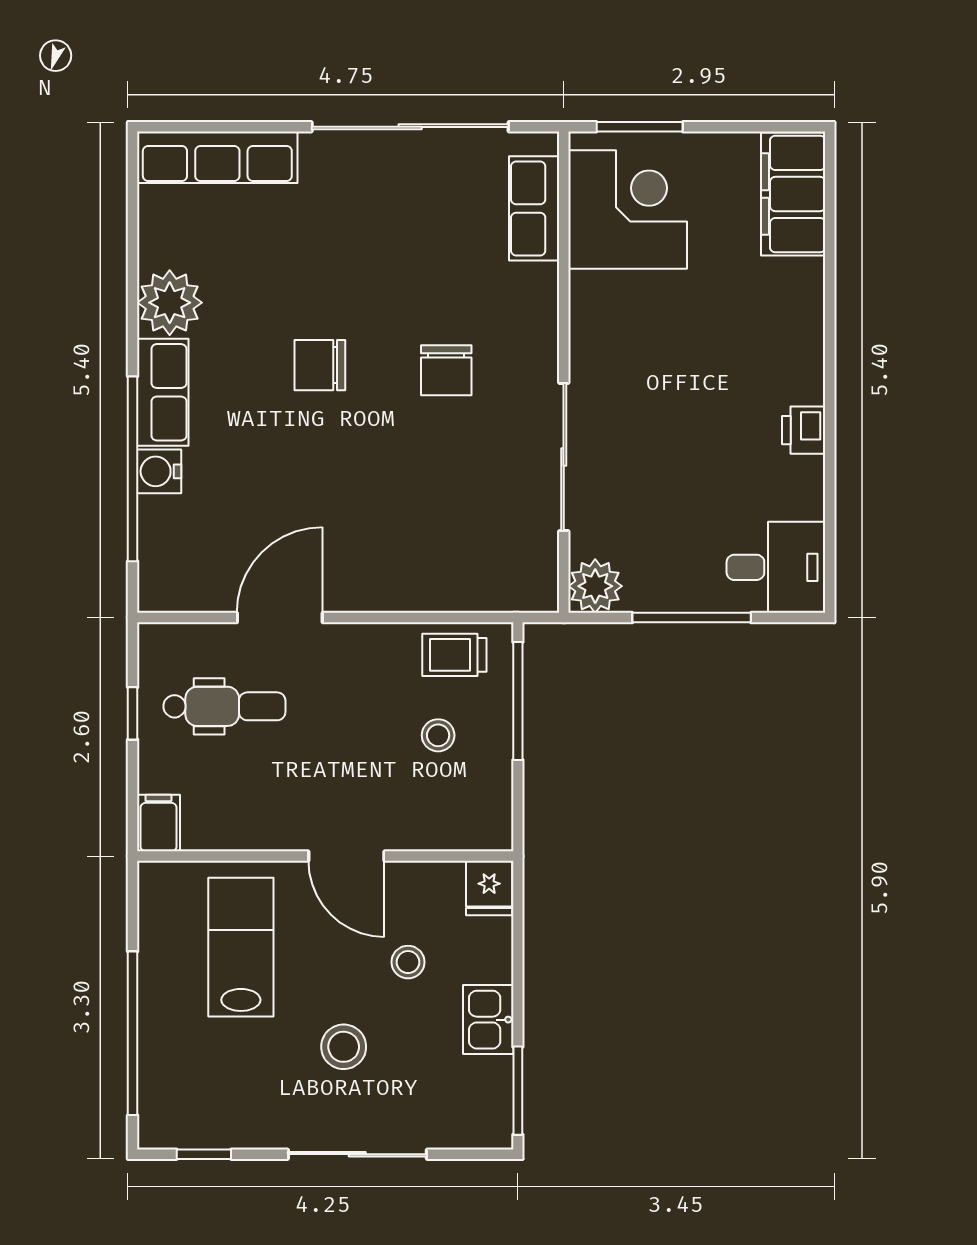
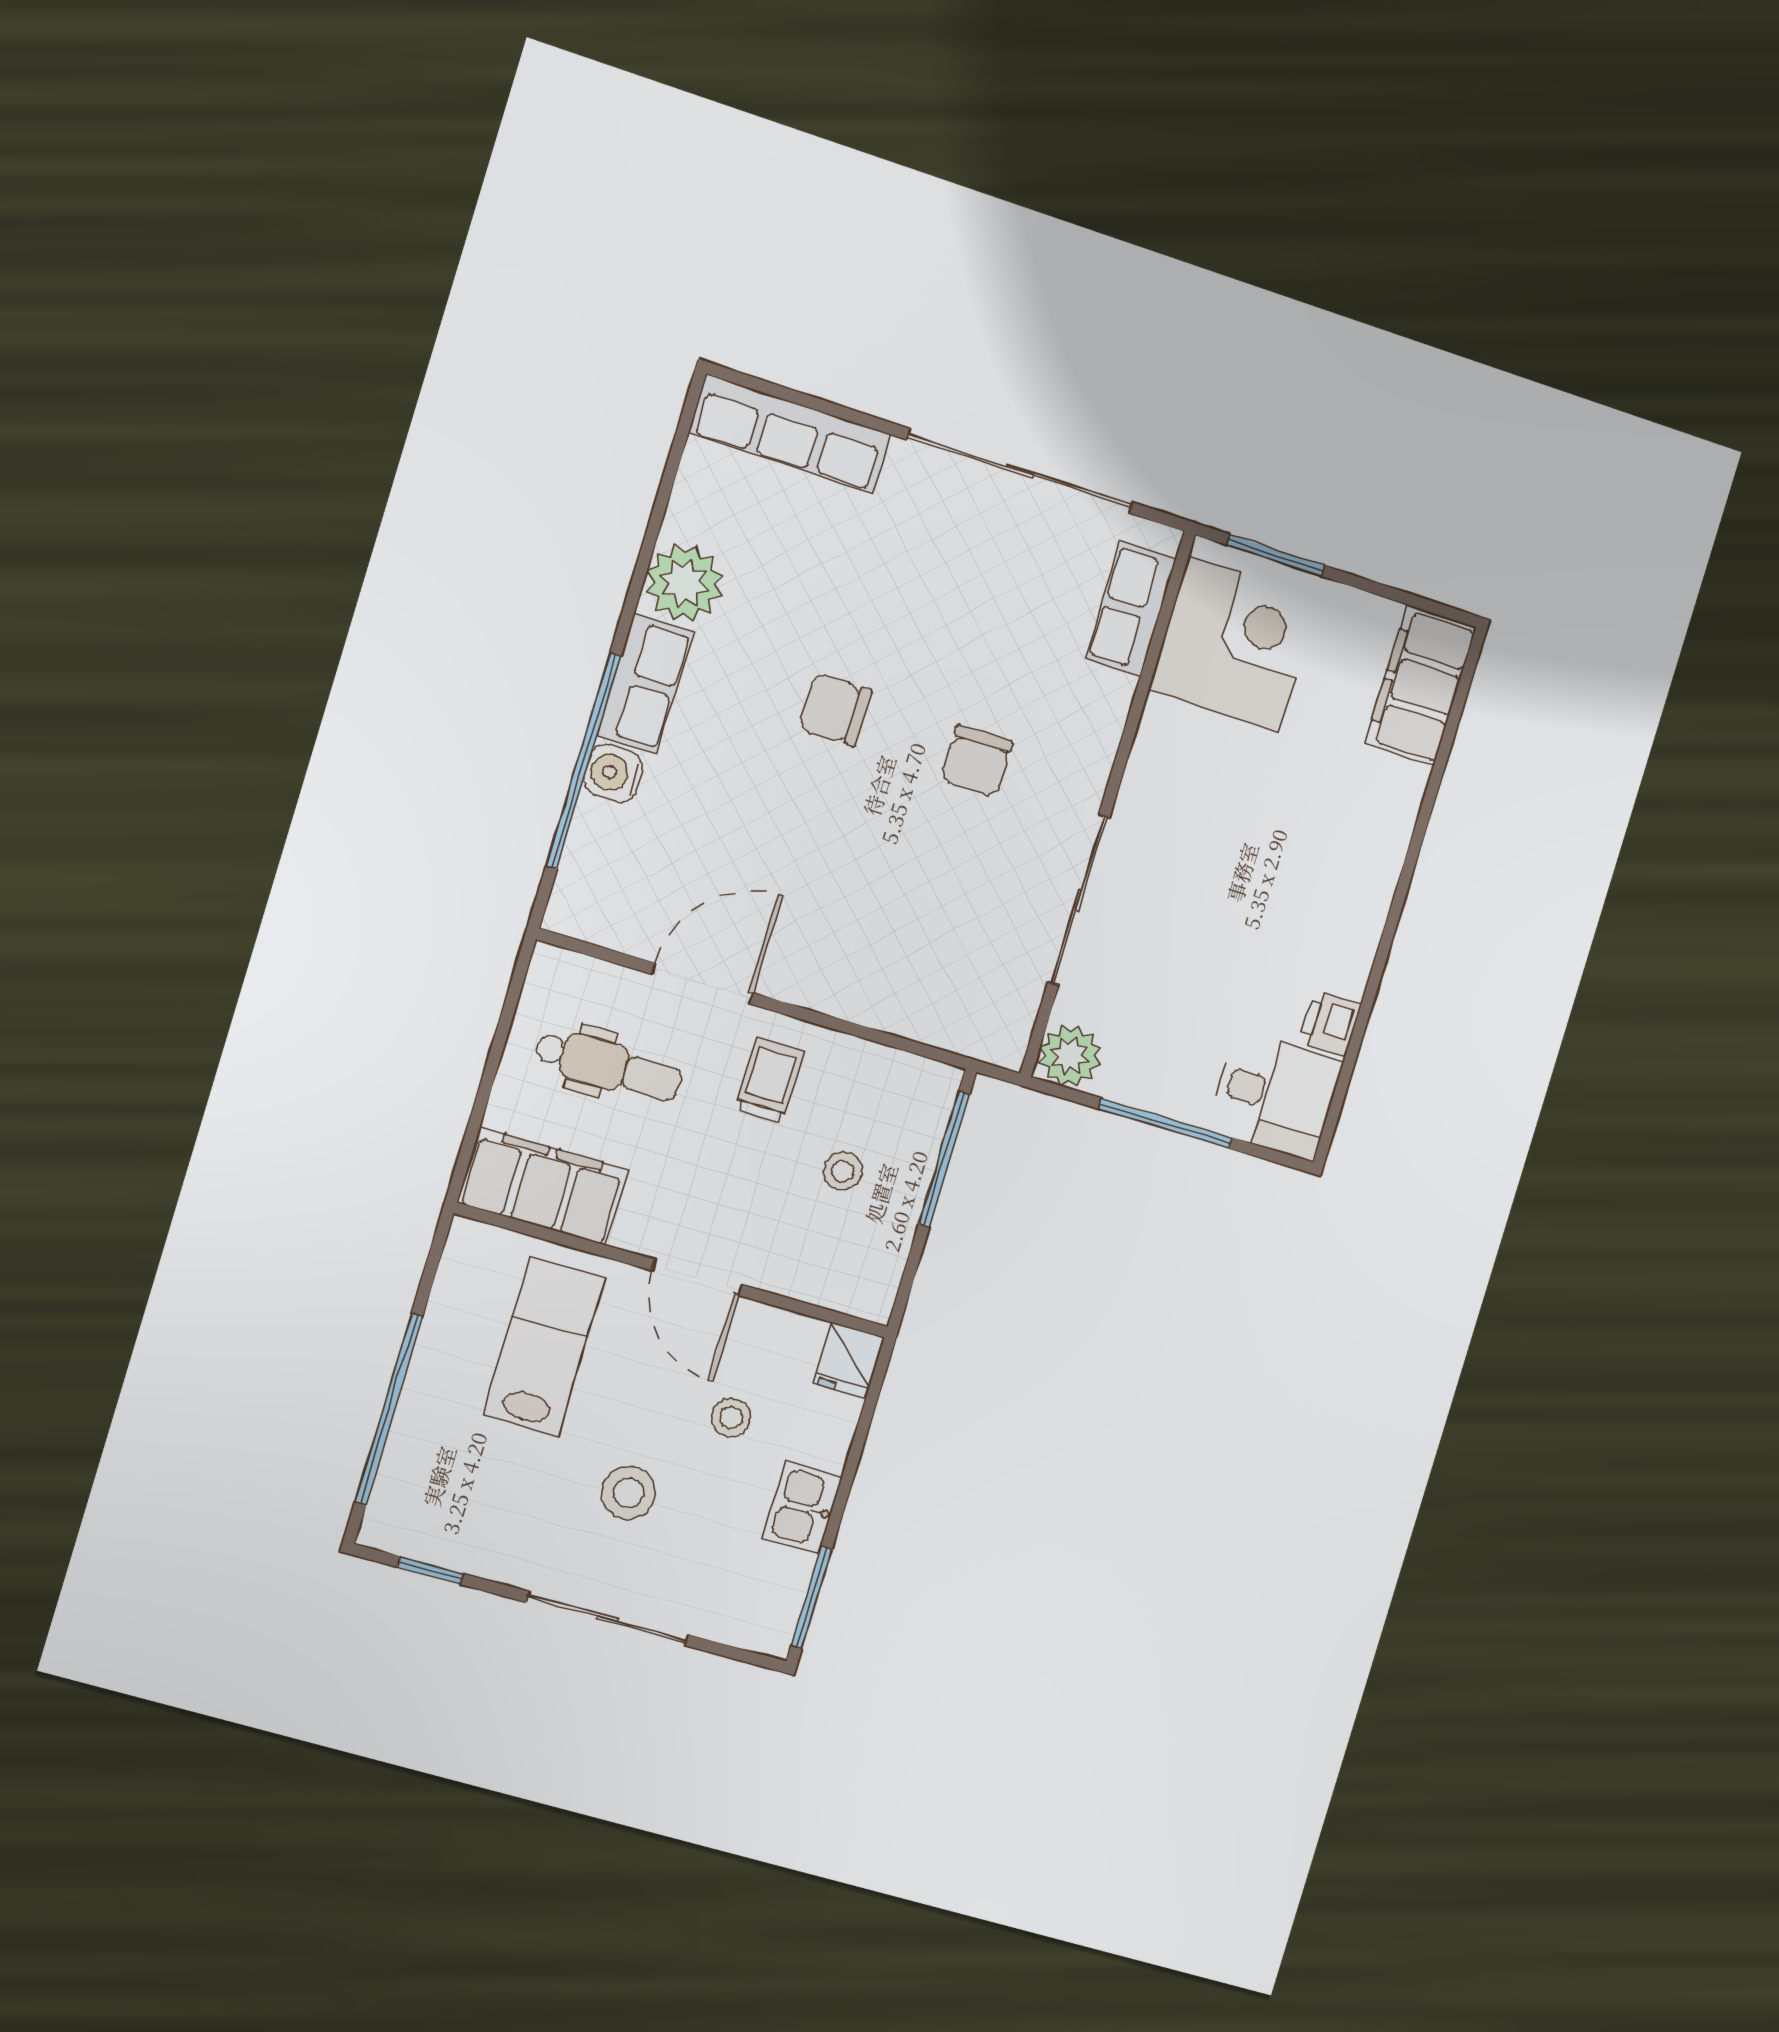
printer: (804, 430) -> (1330, 1023), moved
trolley: (454, 655) -> (770, 1080), moved, turned 90
window: (133, 713) -> (499, 1042), removed
filing cabinet: (158, 823) -> (543, 1186), width x3.00, depth x1.17

